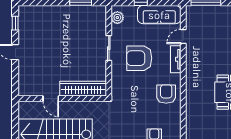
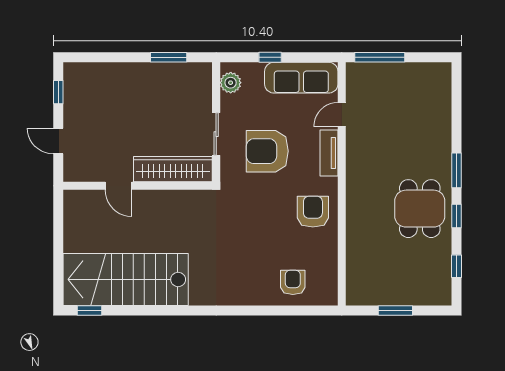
wardrobe: (83, 89) -> (173, 169), moved
door: (51, 99) -> (118, 186), moved
wall: (62, 99) -> (138, 186), moved

